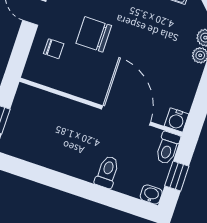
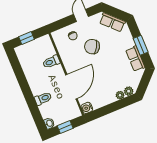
chair: (94, 34) -> (92, 47), turned -59
toilet: (167, 148) -> (51, 62), moved

